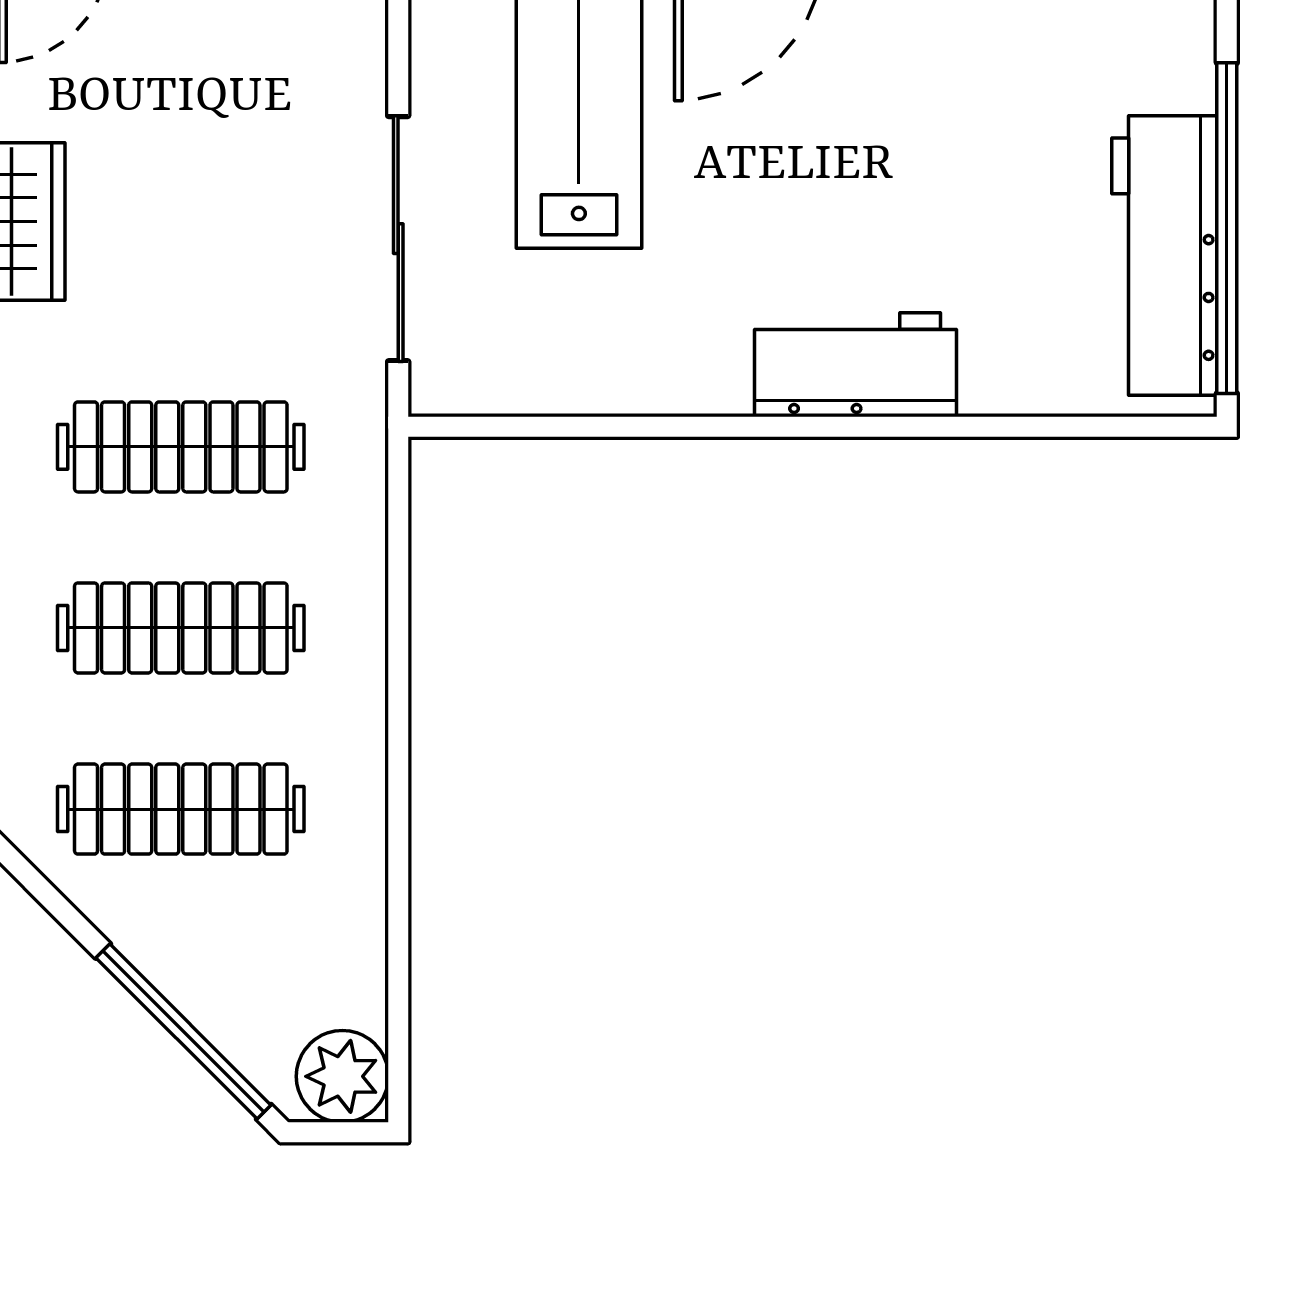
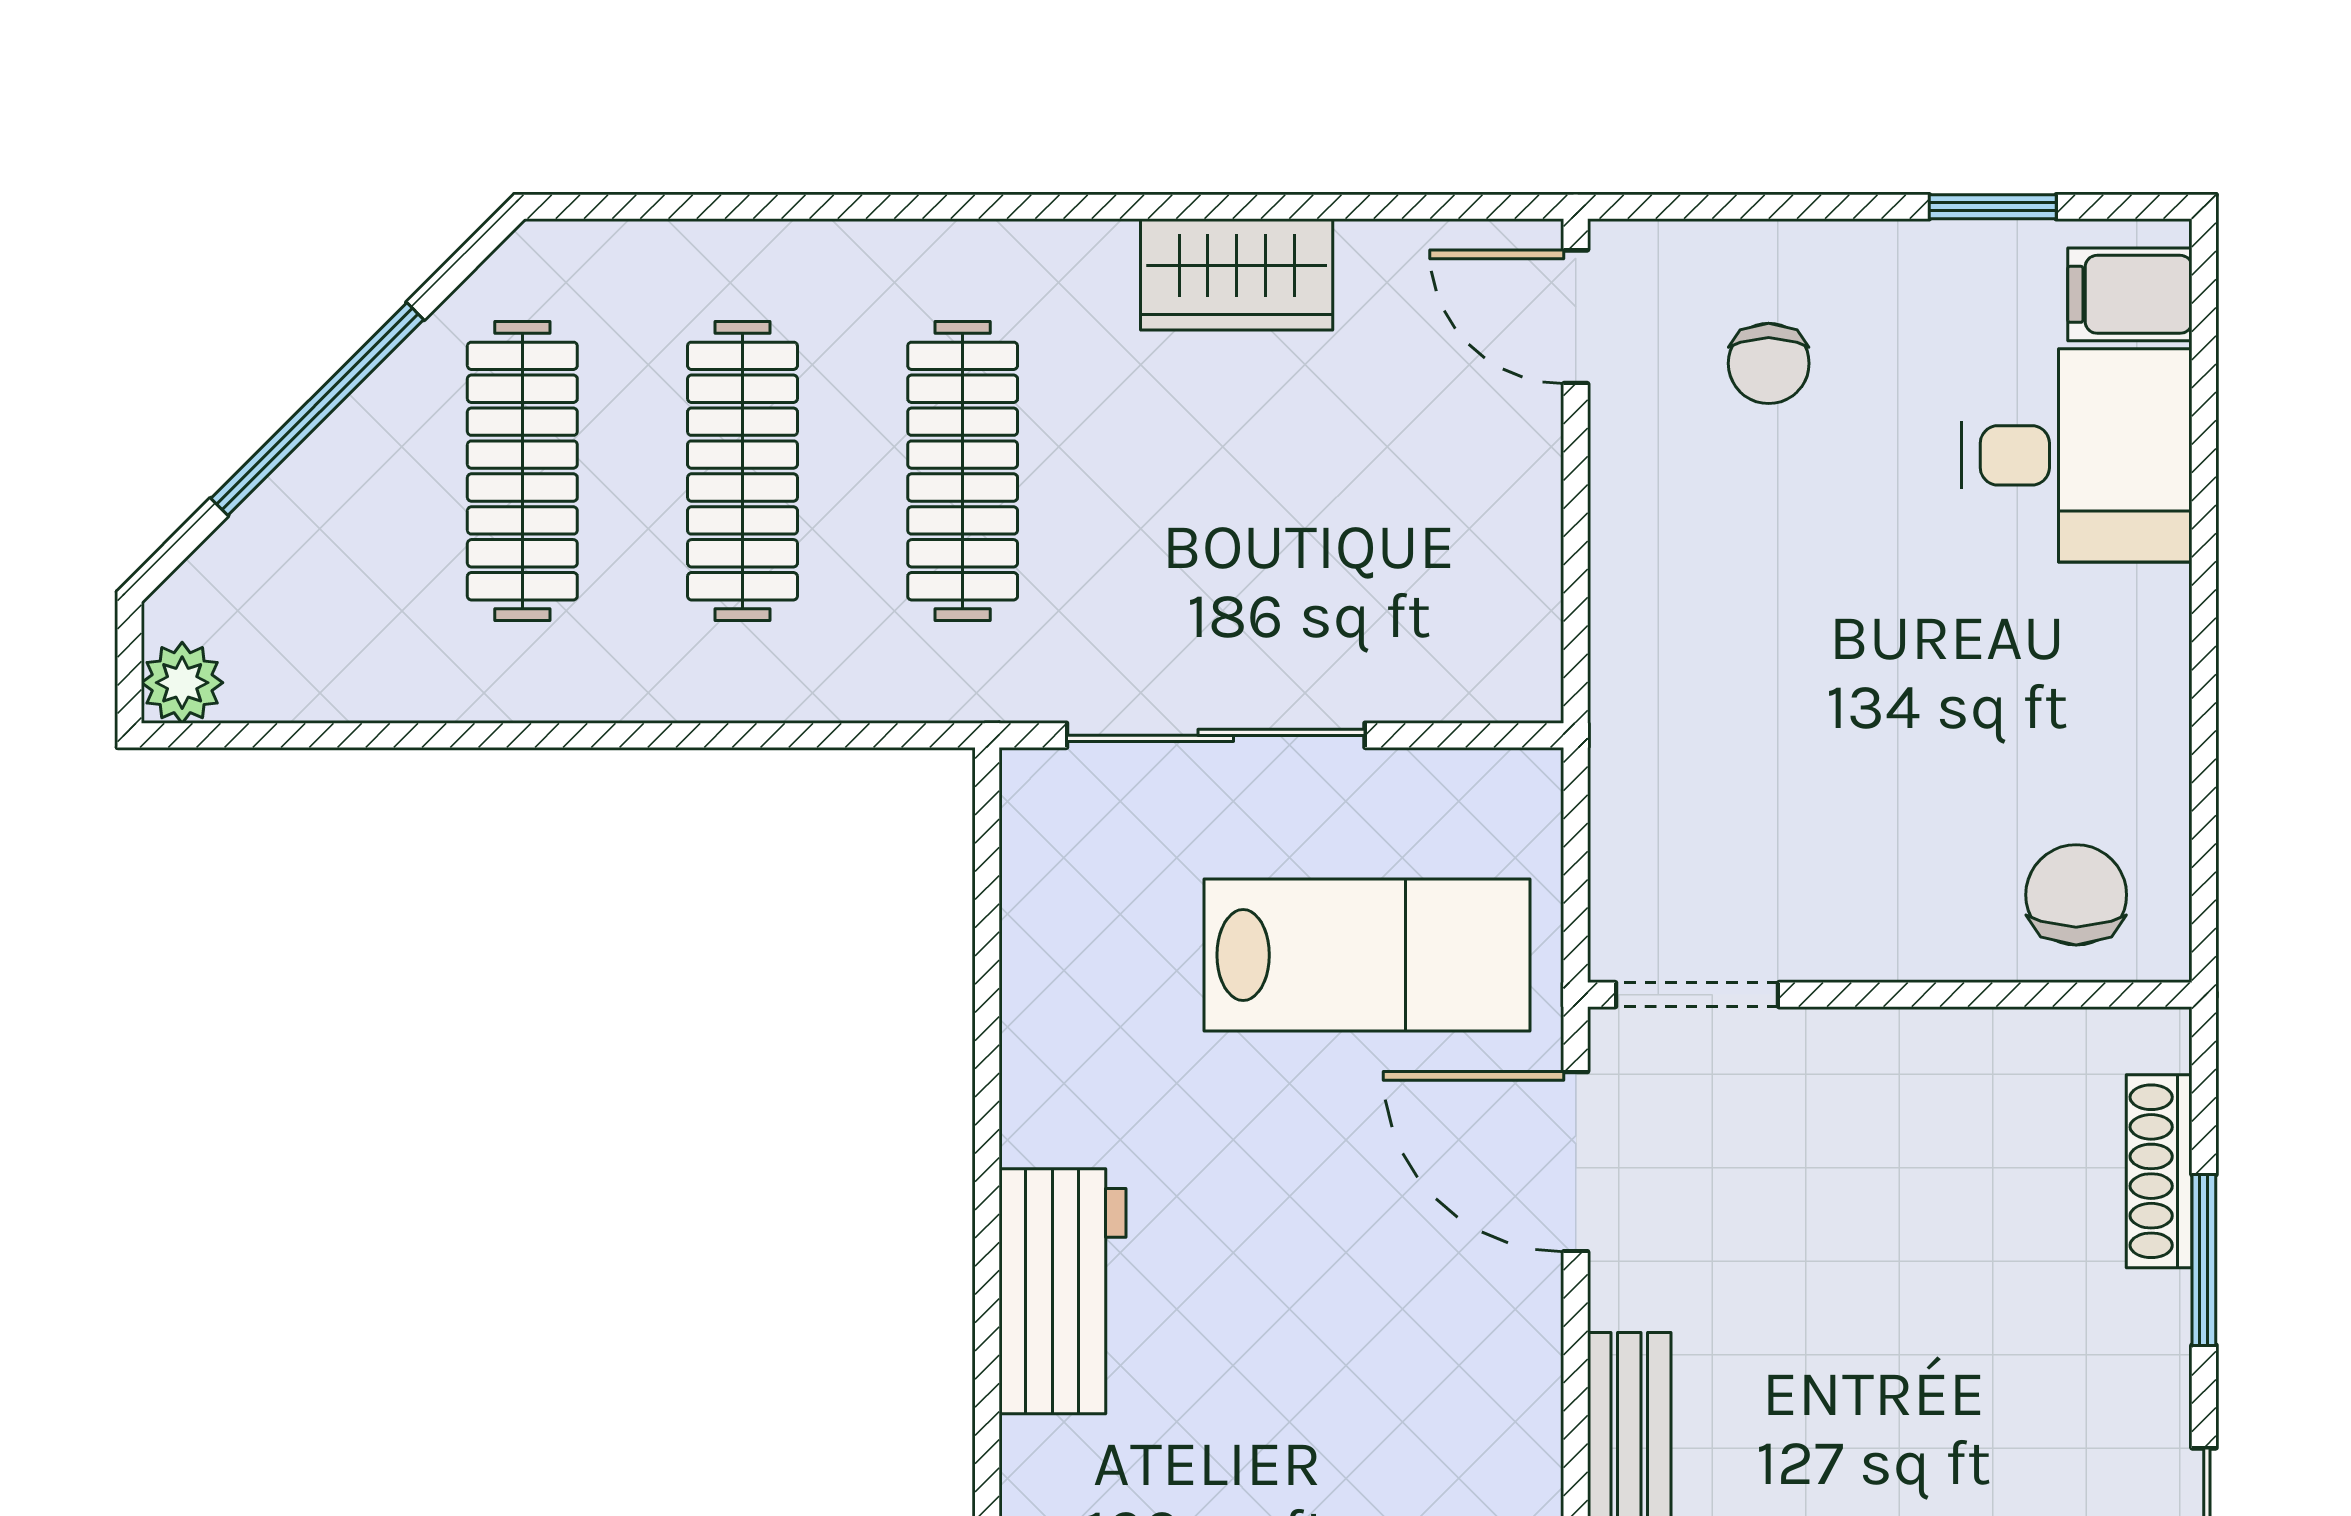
window: (183, 1031) -> (317, 409), moved
plant: (342, 1076) -> (182, 683), width x0.73, depth x0.73

